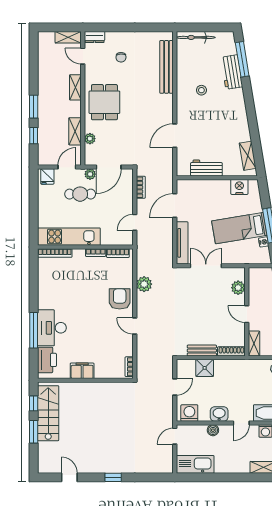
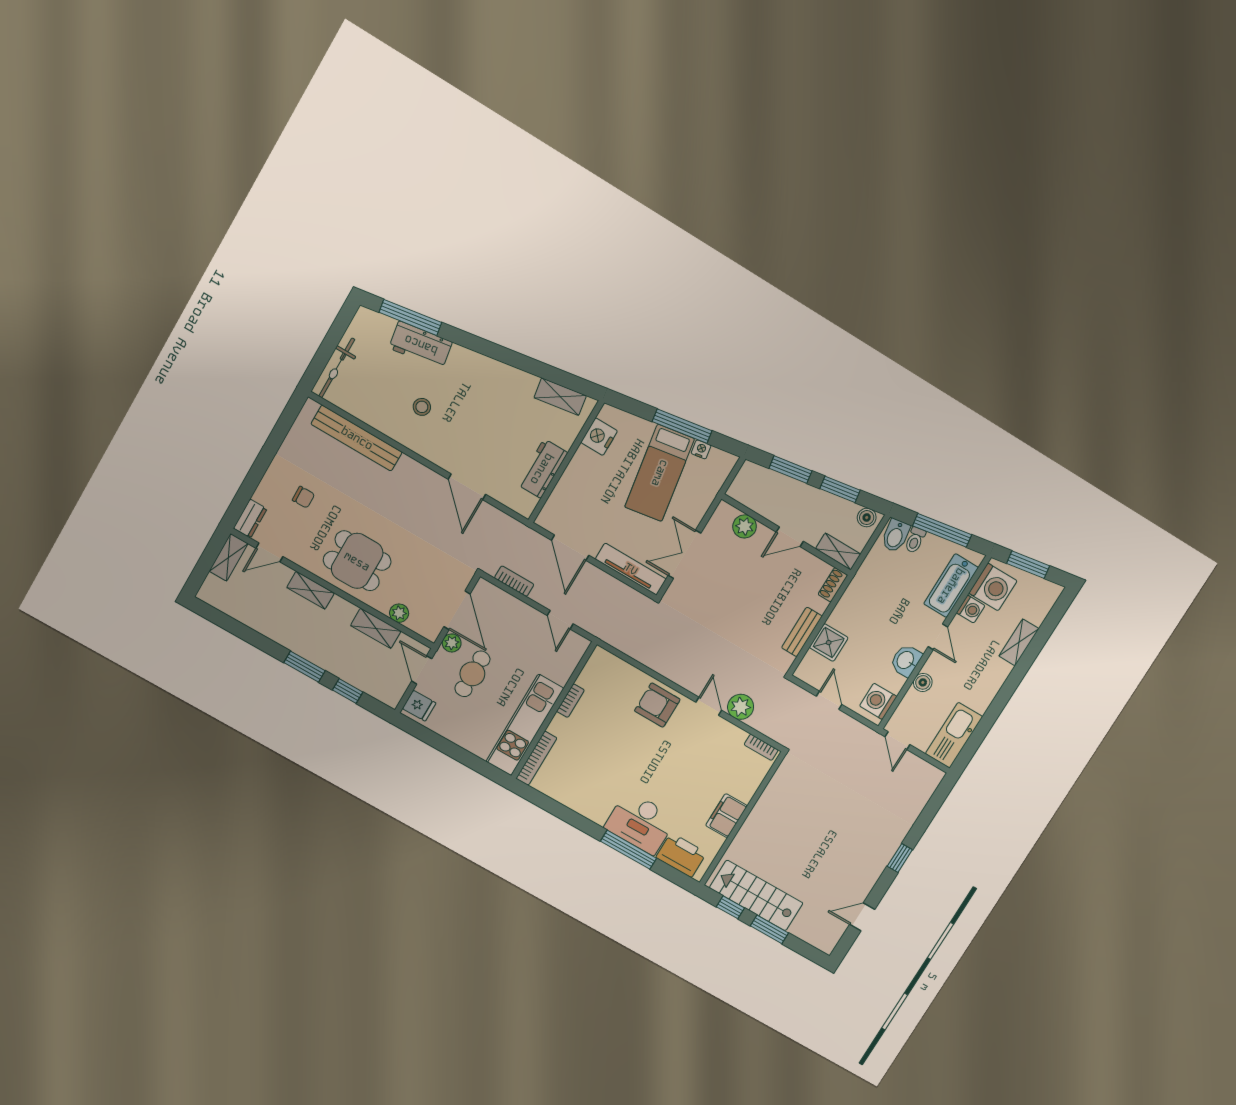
bookcase: (118, 253) -> (590, 670), removed
plant: (144, 284) -> (741, 707), moved
door: (135, 326) -> (709, 706), swing flipped
shoe rack: (231, 351) -> (833, 585), width x0.70

